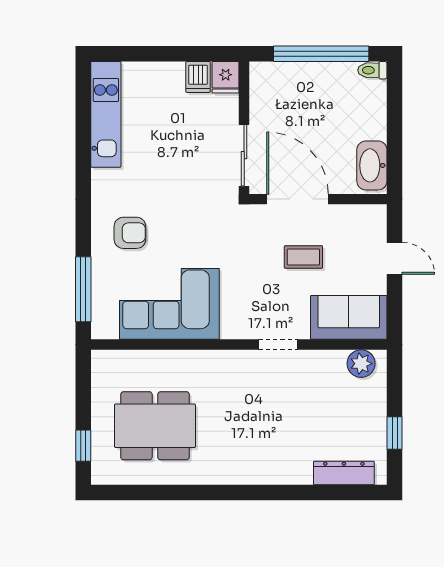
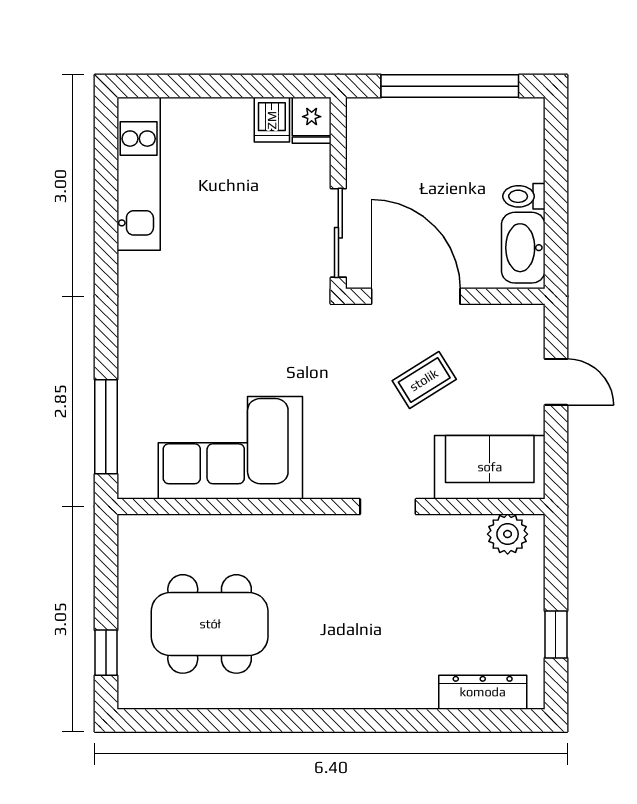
toilet: (372, 70) -> (524, 196), moved
armchair: (130, 233) -> (173, 345), removed
coffee table: (303, 257) -> (424, 380), turned -32

